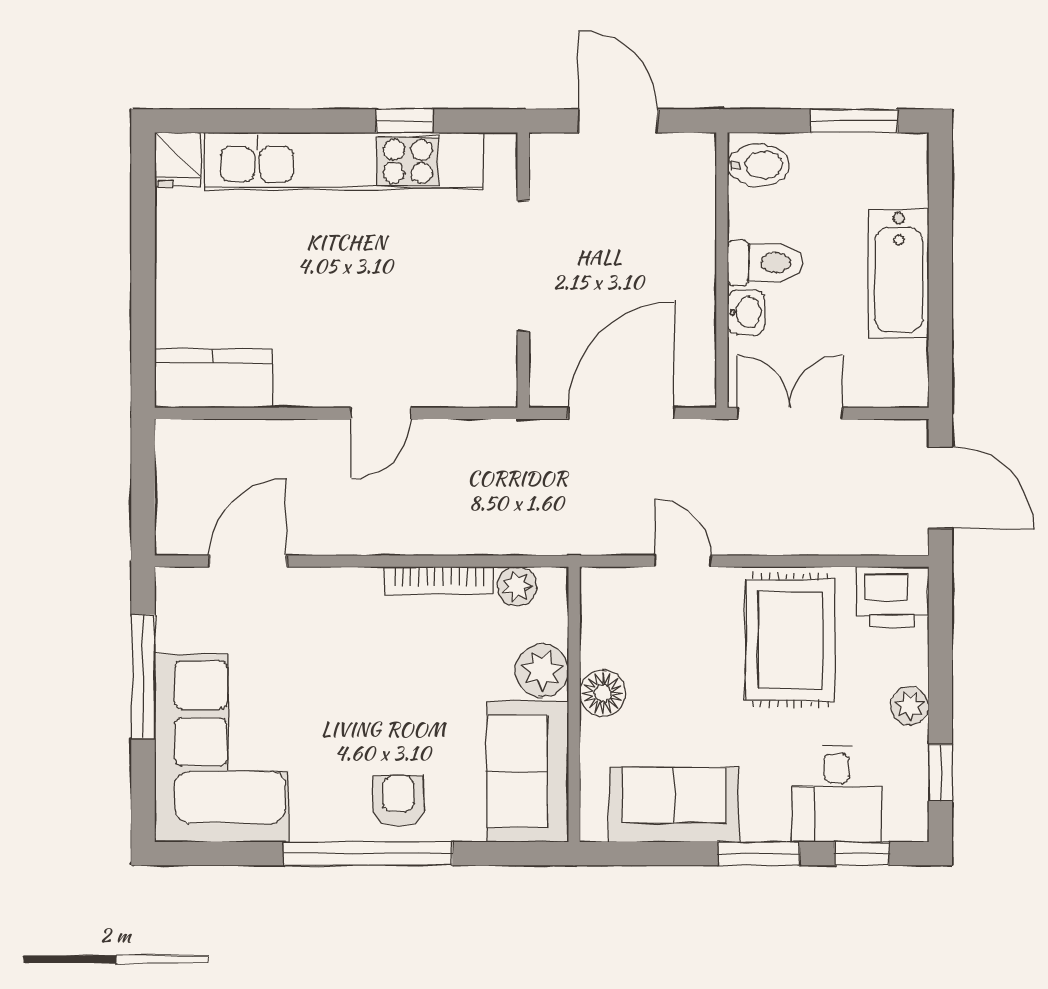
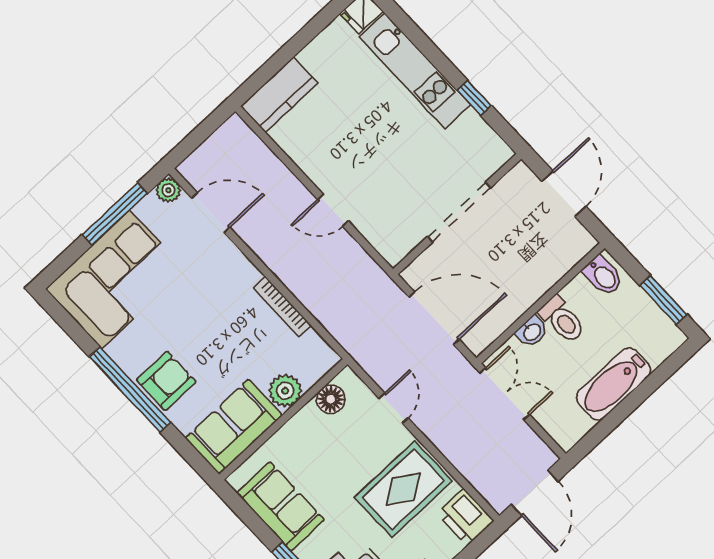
kitchen unit: (344, 161) -> (415, 71), width x0.73
kitchen counter: (214, 378) -> (279, 95), moved, turned 90
plant: (517, 586) -> (168, 190), moved
floor lamp: (603, 693) -> (331, 399), moved
armchair: (398, 801) -> (166, 381), width x1.38, depth x1.38

